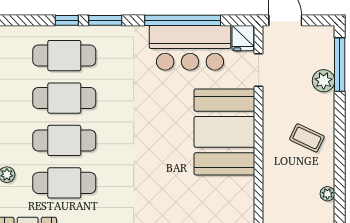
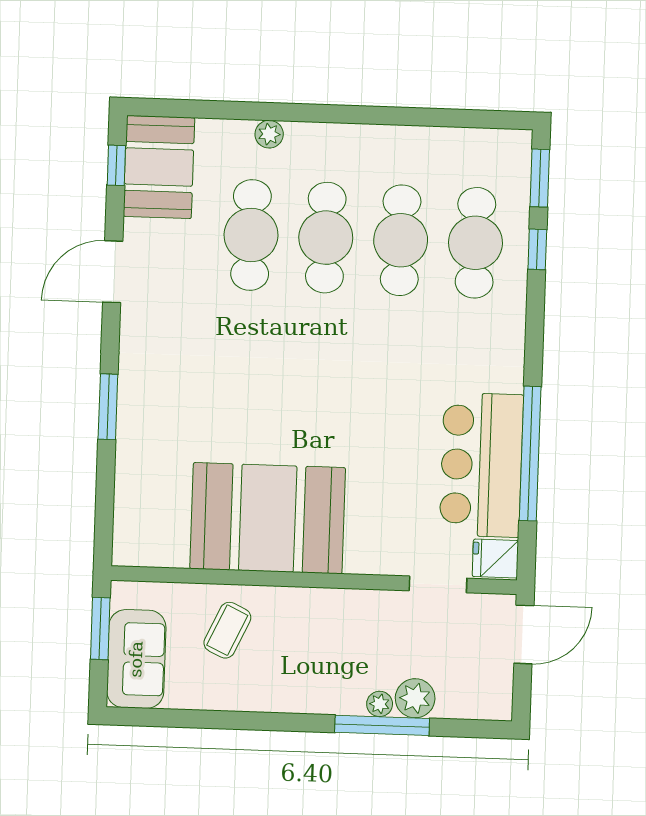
window: (105, 20) -> (540, 178), moved
window: (340, 65) -> (382, 725), moved
booth: (224, 132) -> (268, 518), moved
coffee table: (307, 138) -> (227, 630), moved
plant: (327, 194) -> (380, 704), moved

